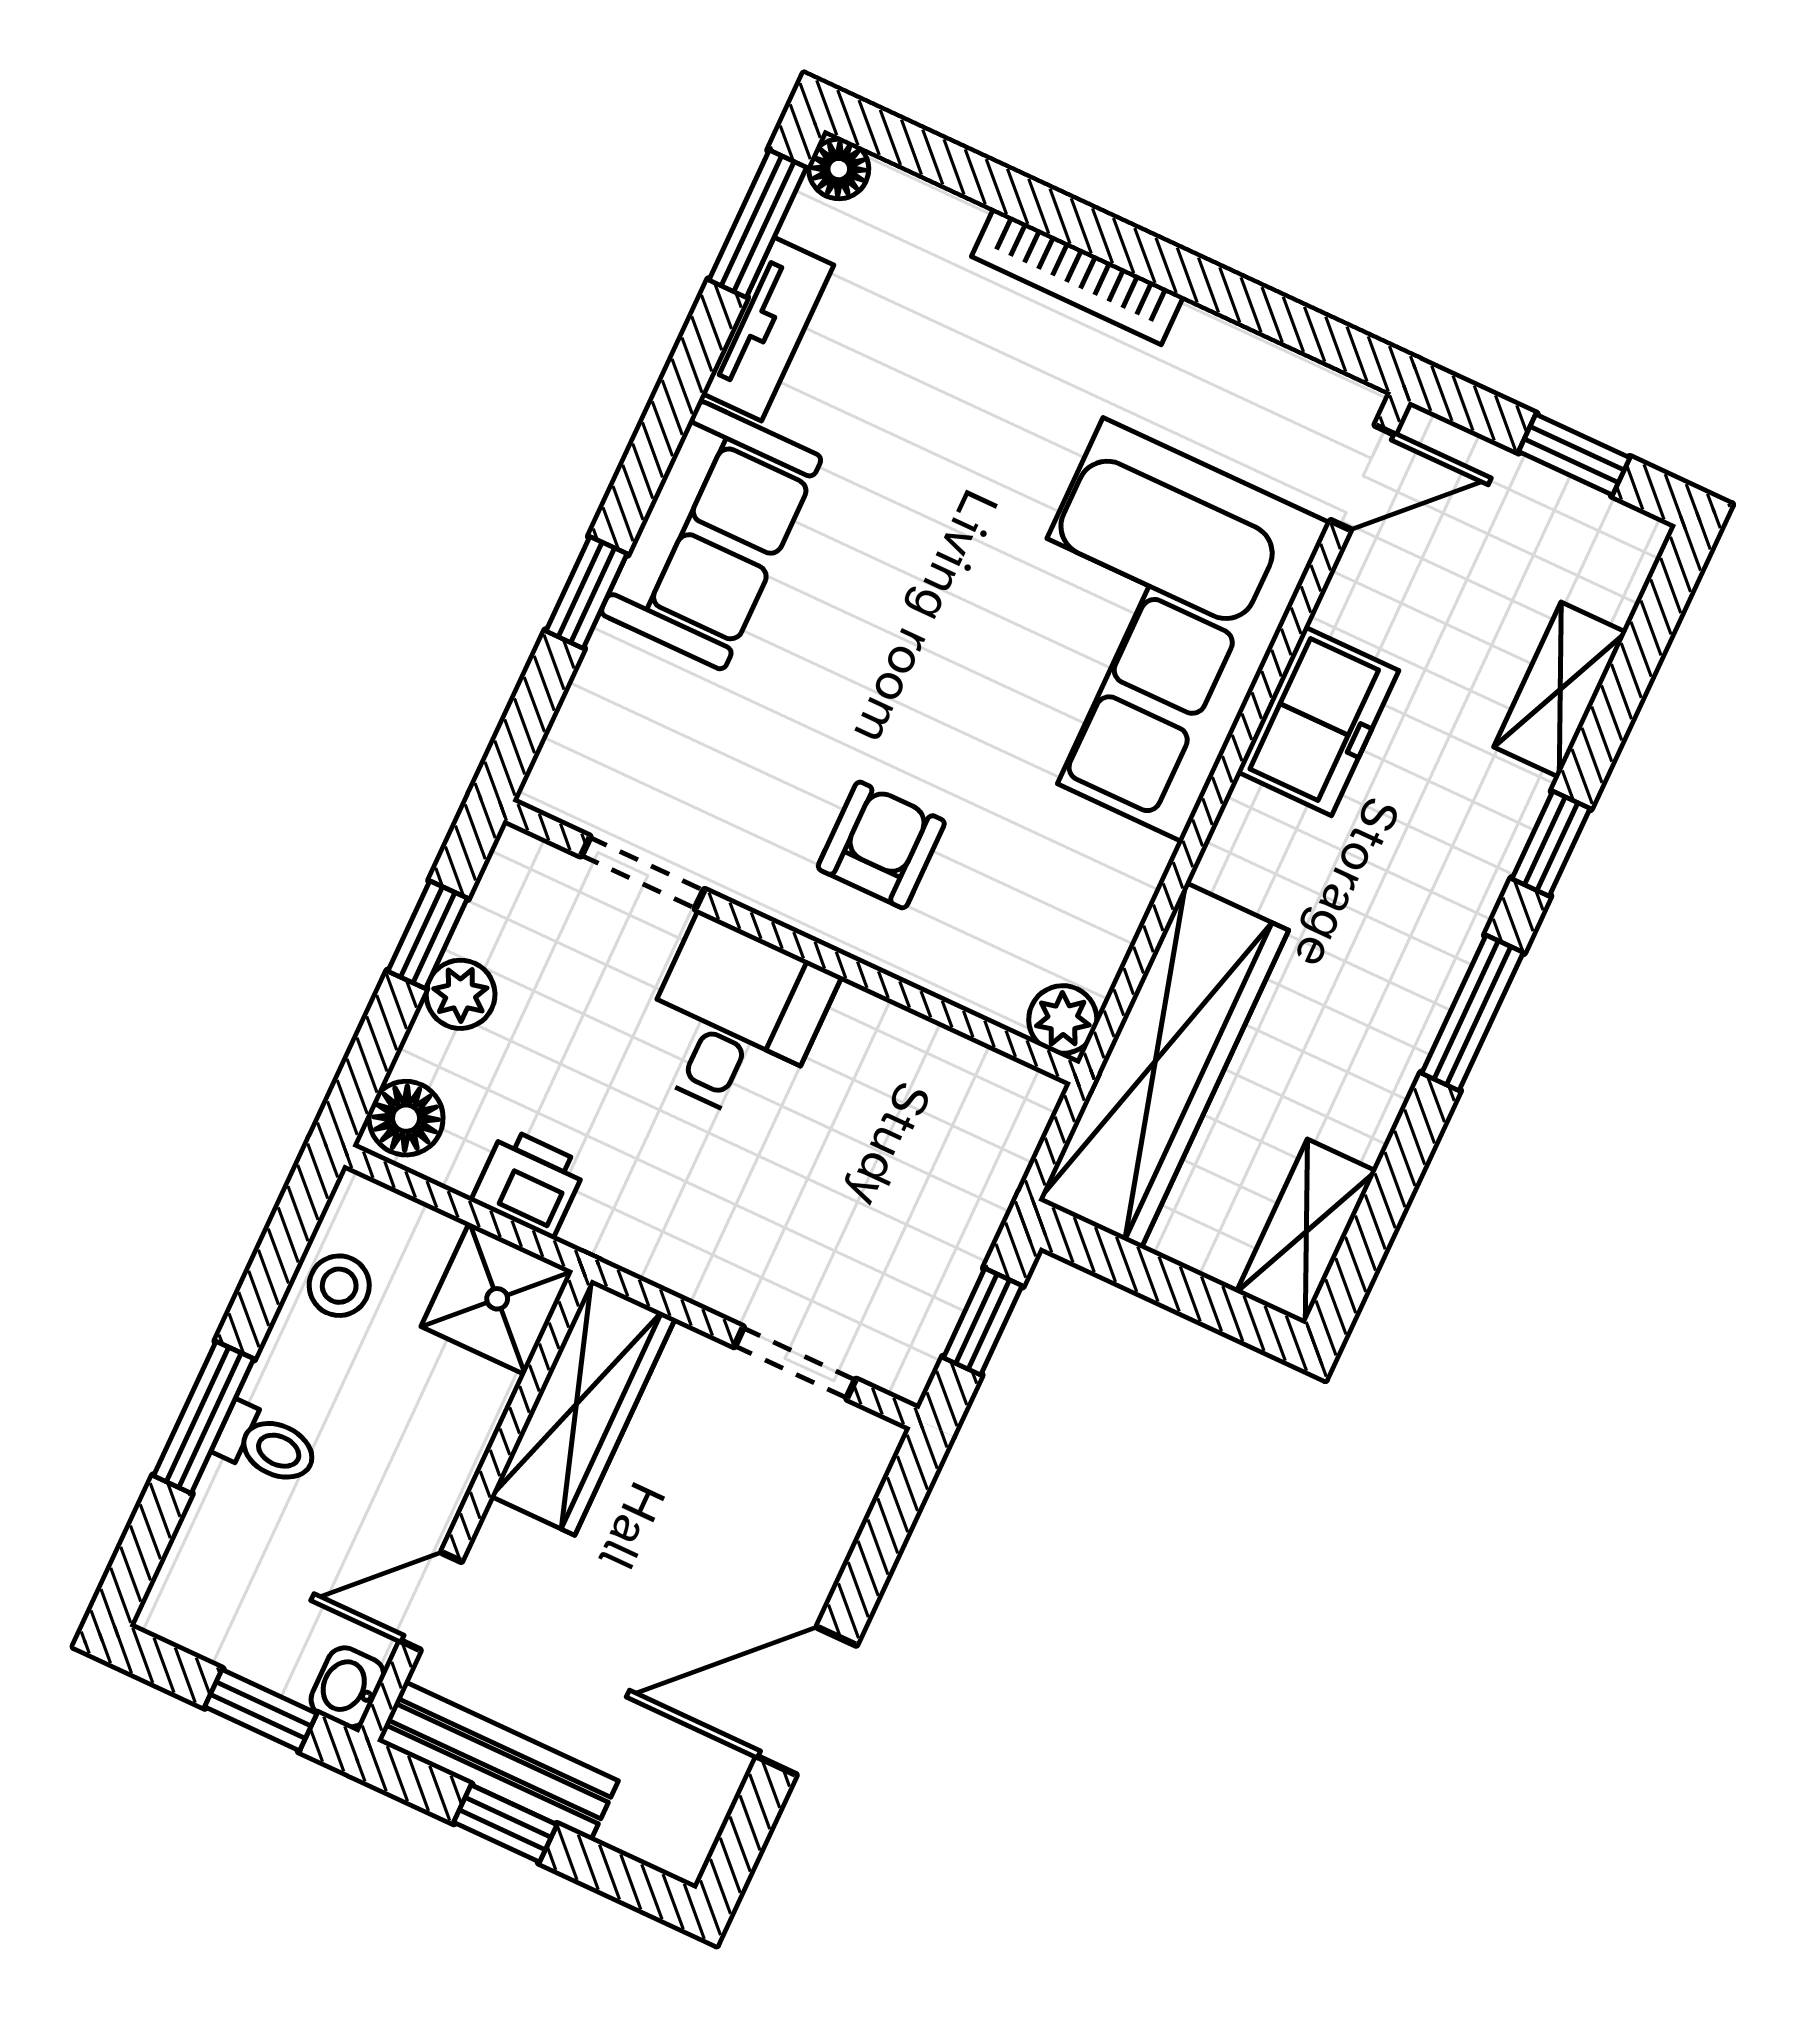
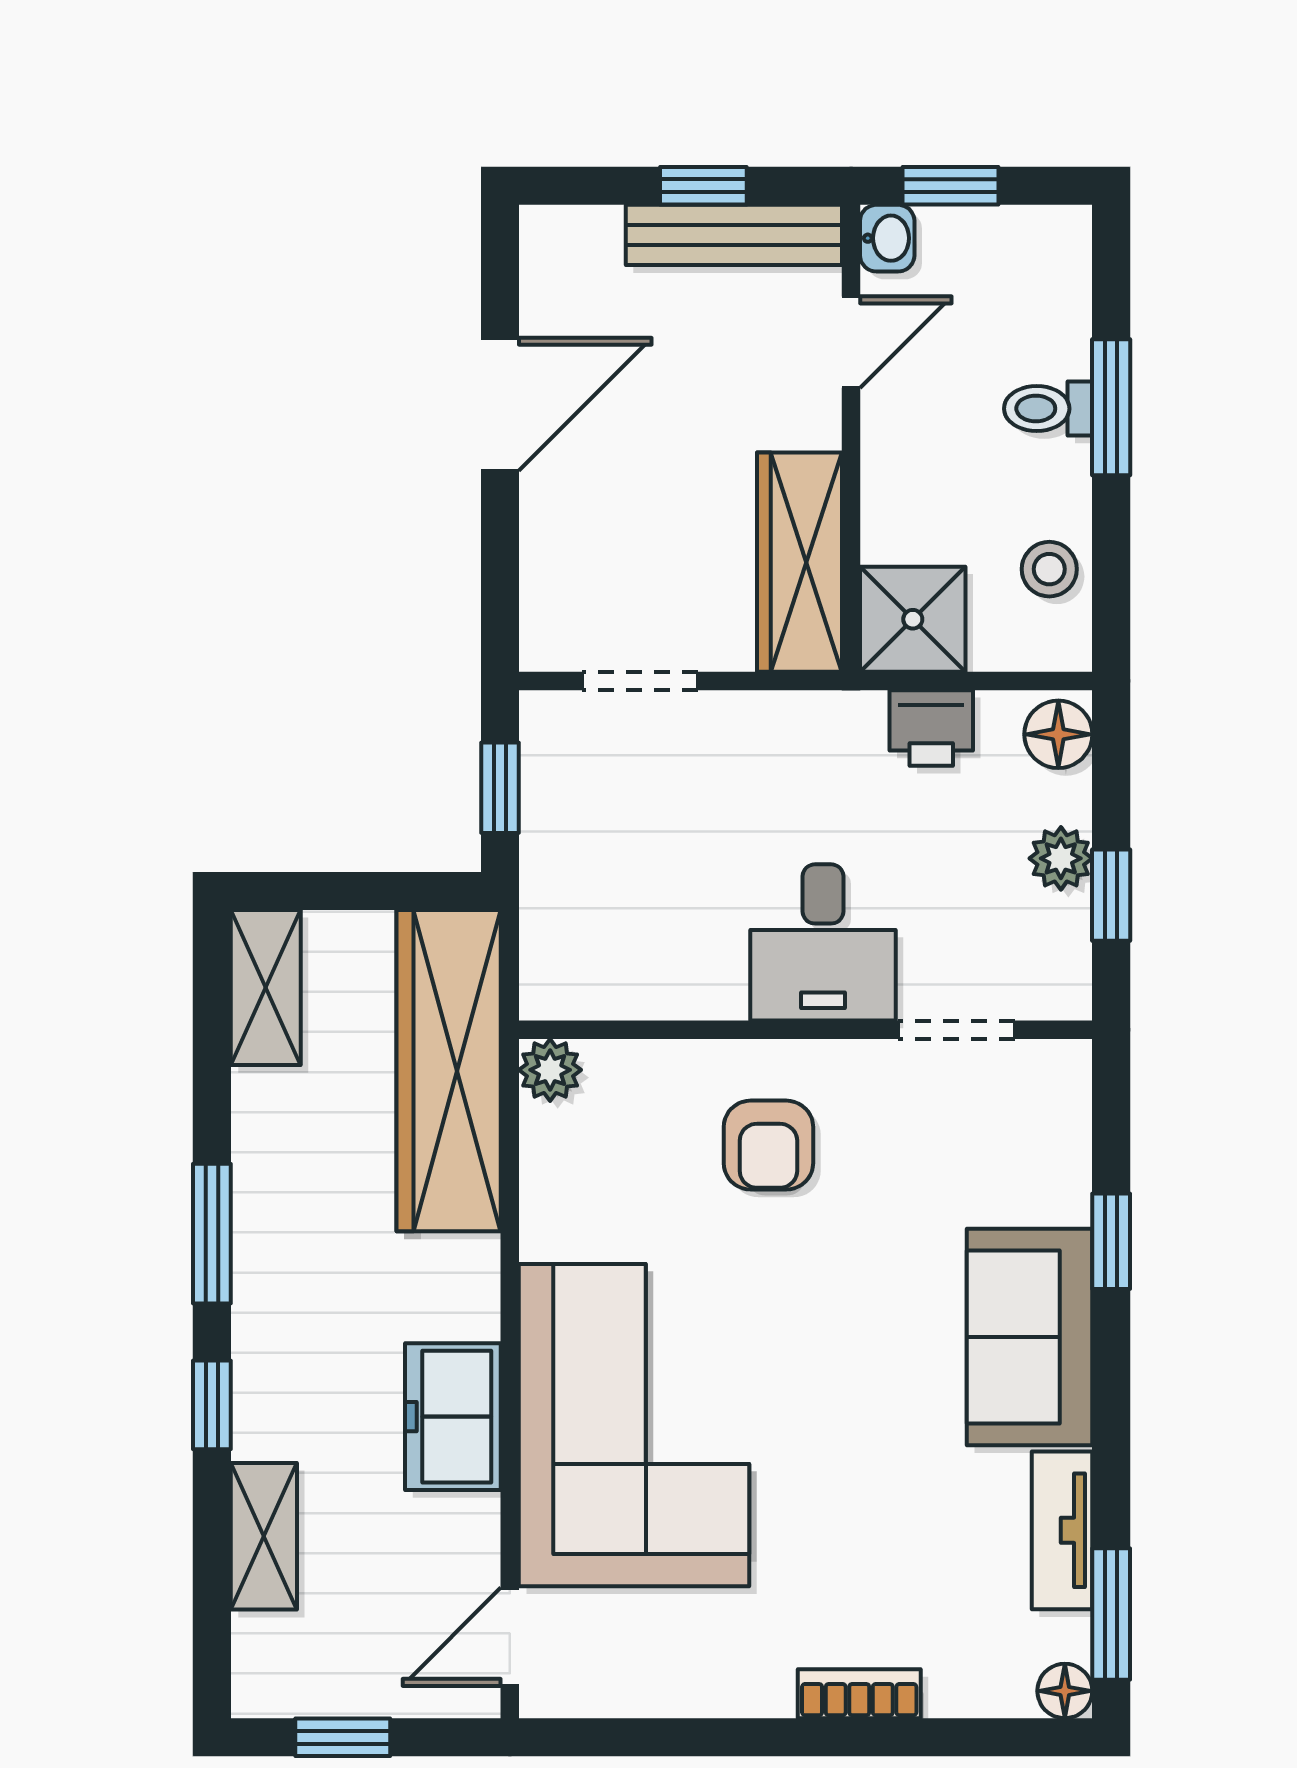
bookcase: (1078, 276) -> (859, 1694), width x0.64

